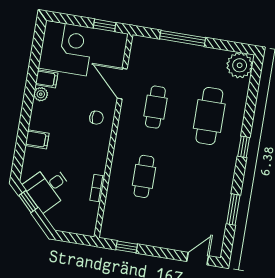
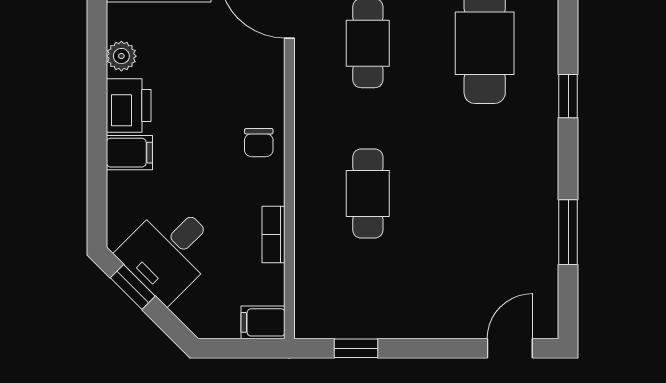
filing cabinet: (47, 79) -> (263, 322), moved, turned 180
printer: (40, 118) -> (129, 105), added
chair: (96, 118) -> (259, 143), moved, turned 90

